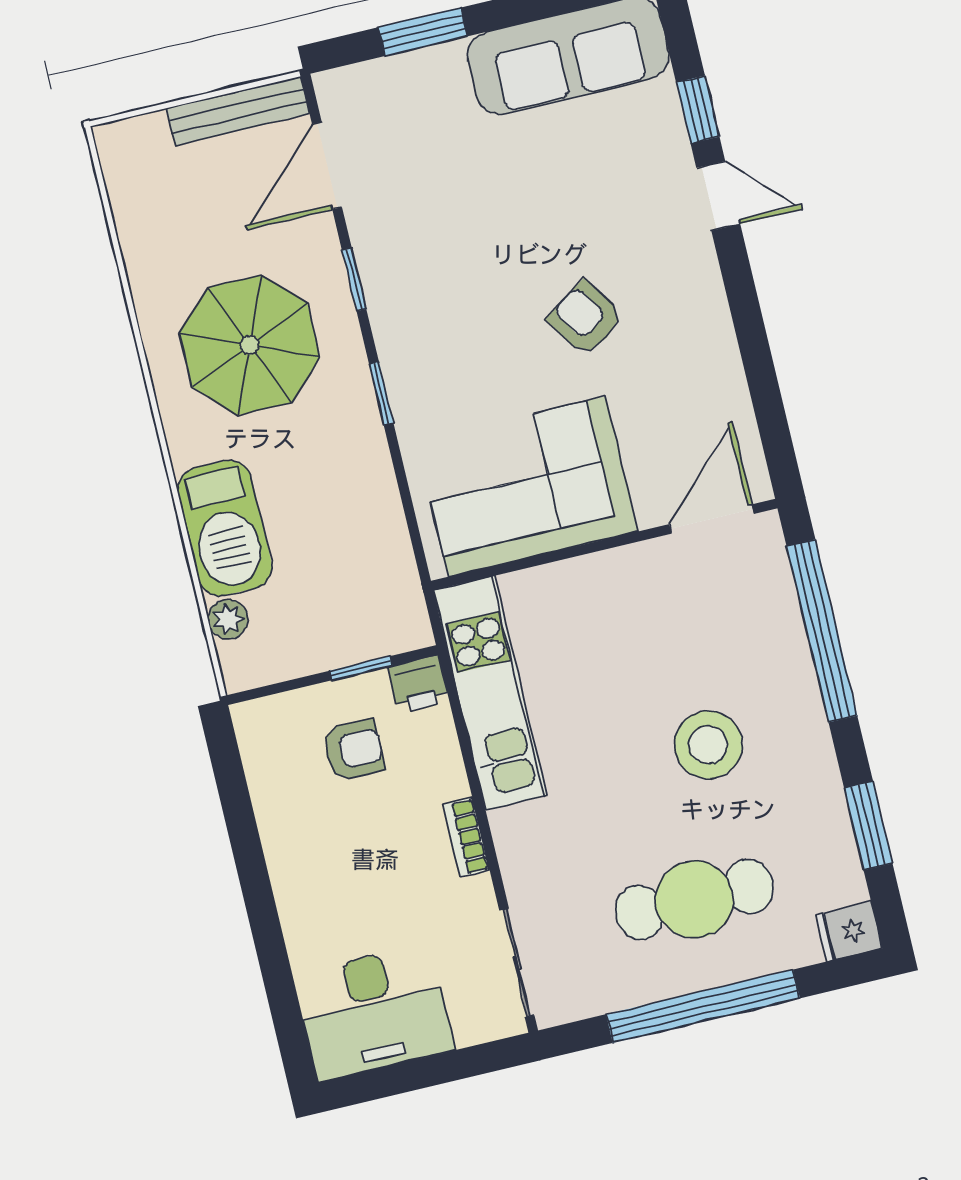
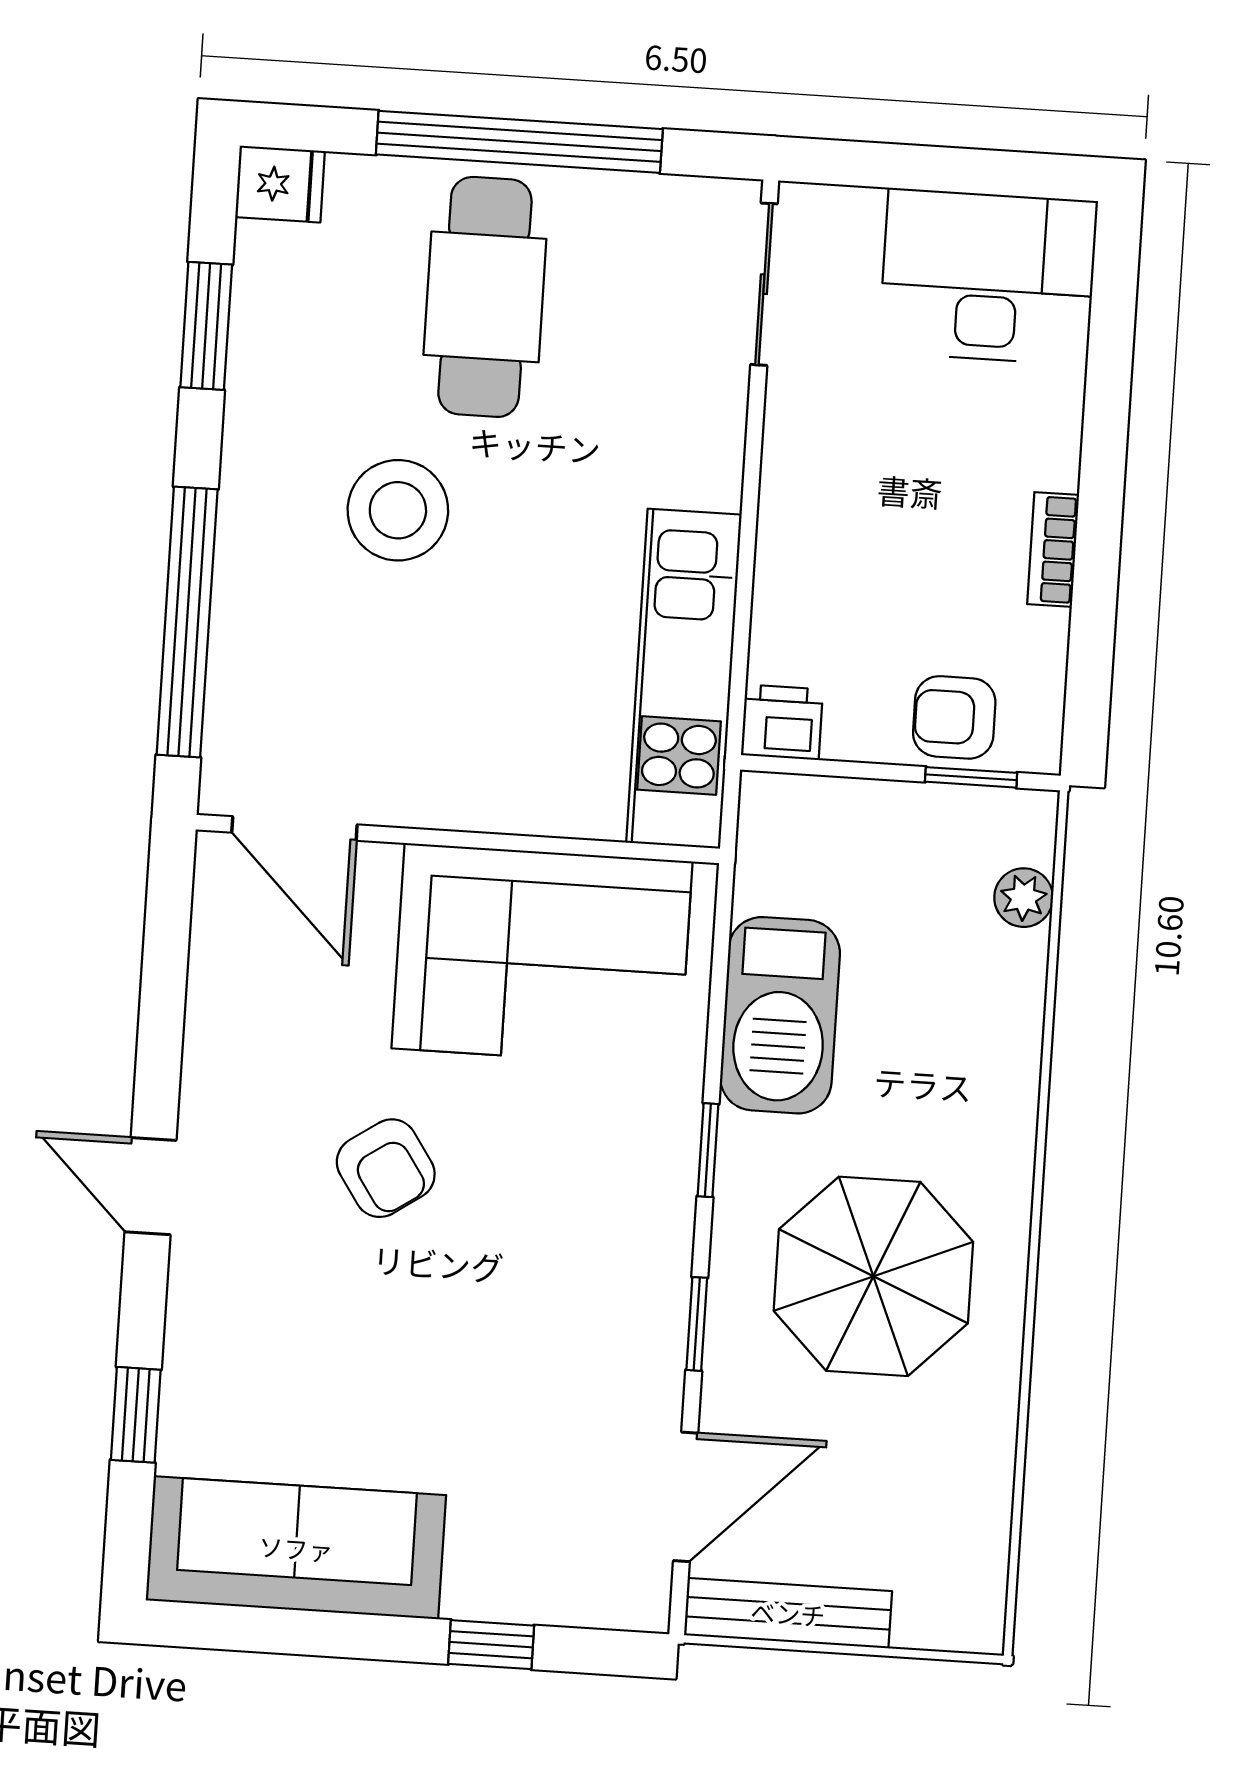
window: (423, 32) -> (491, 1645), width x0.67
door: (718, 196) -> (151, 1186), moved
door: (712, 519) -> (294, 828), hinge flipped
barbecue: (225, 528) -> (780, 1015), moved, turned 180
window: (361, 668) -> (971, 777), moved
armchair: (353, 750) -> (954, 717), moved
bookcase: (466, 837) -> (1053, 549), moved, turned 180
cafe table: (694, 899) -> (485, 297), turned 90

